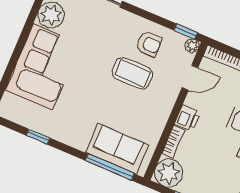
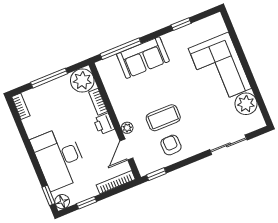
armchair: (149, 44) -> (171, 145), turned 88
plant: (192, 46) -> (127, 128), moved
sofa: (117, 149) -> (143, 58), moved

